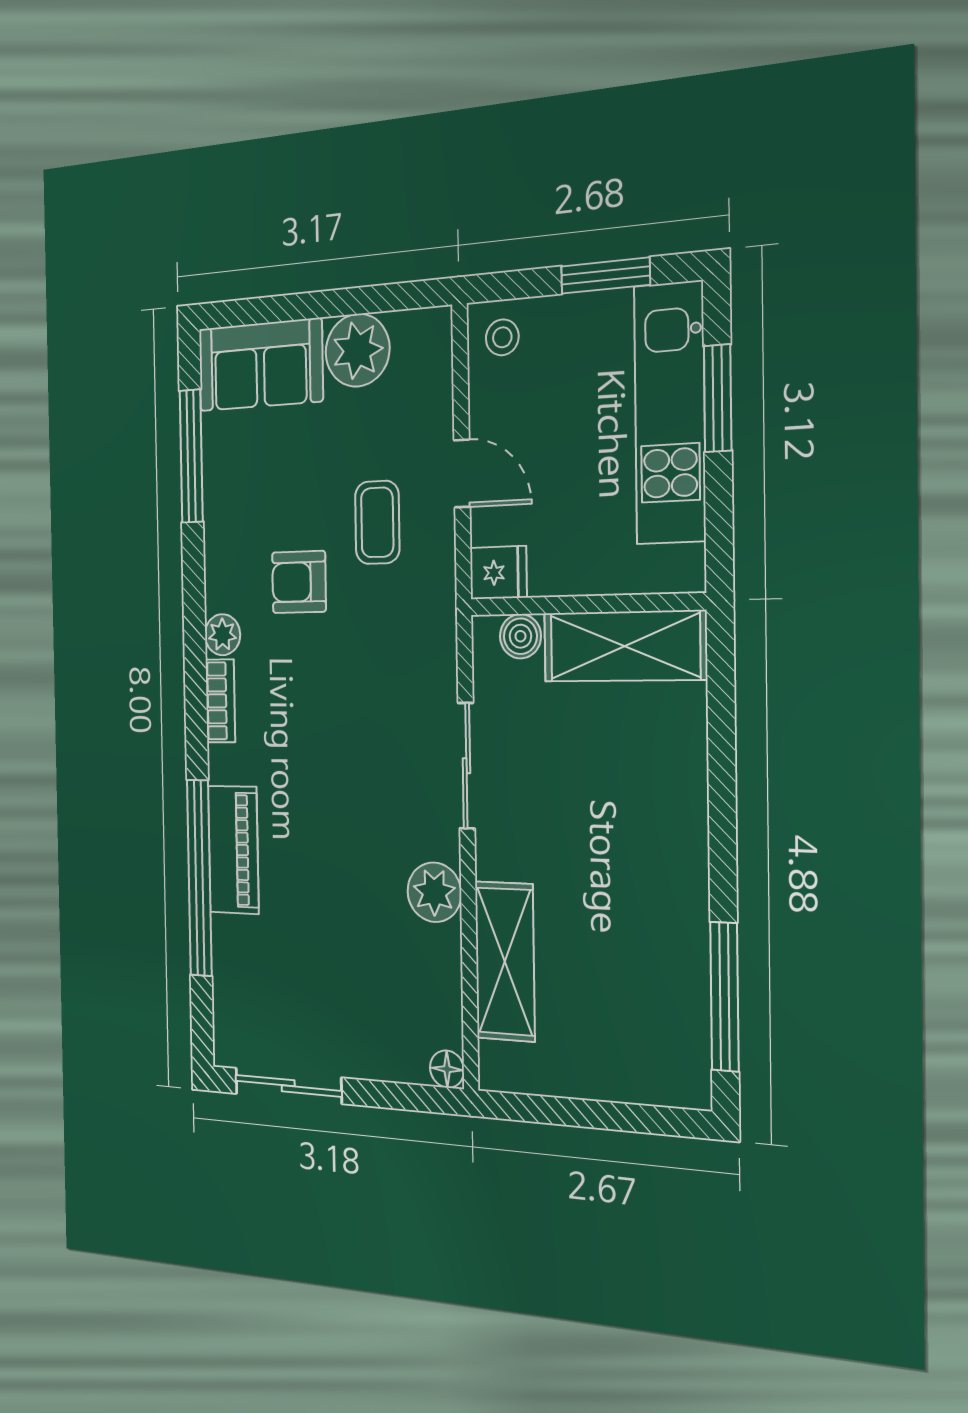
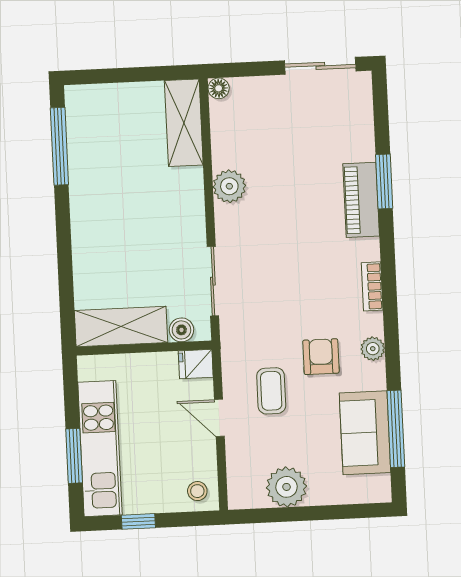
window: (605, 276) -> (138, 521), width x0.67
sofa: (260, 365) -> (365, 433), moved, turned -90
armchair: (299, 582) -> (321, 357), turned -90
plant: (222, 635) -> (373, 349), moved
sliding door: (466, 766) -> (213, 281), moved
window: (199, 878) -> (384, 181), width x0.47
shelving: (505, 961) -> (184, 123), moved

